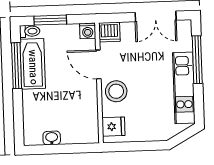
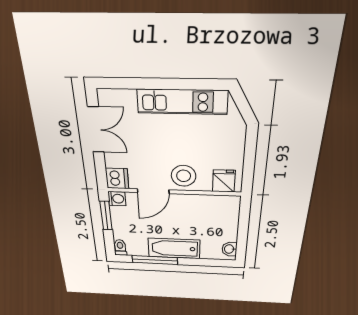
window: (50, 20) -> (106, 216), moved
window: (197, 60) -> (146, 84), removed
bathtub: (33, 64) -> (174, 248), moved
washbasin: (52, 138) -> (230, 249), moved

